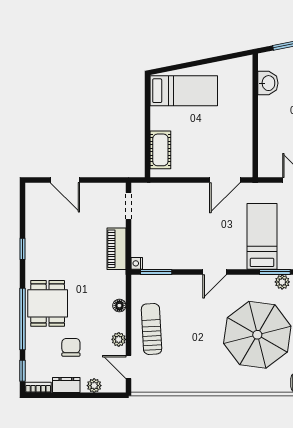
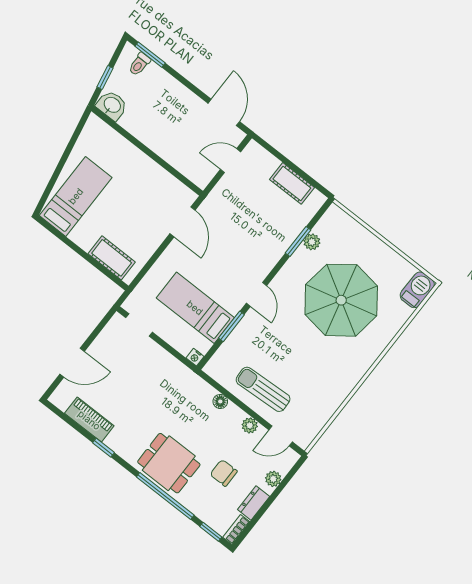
washbasin: (268, 83) -> (112, 105), moved
bed: (262, 236) -> (195, 308), moved
piano: (116, 249) -> (89, 420), moved, turned 180
window: (156, 272) -> (231, 326), moved

